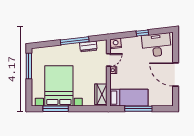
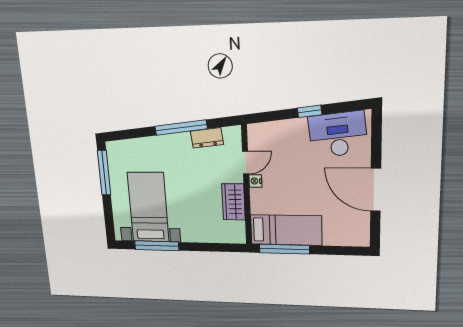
nightstand: (116, 43) -> (258, 132), removed
bed with nightstands: (59, 86) -> (148, 207), width x0.73
wardrobe: (101, 94) -> (233, 202), moved
window: (138, 109) -> (284, 249), moved

